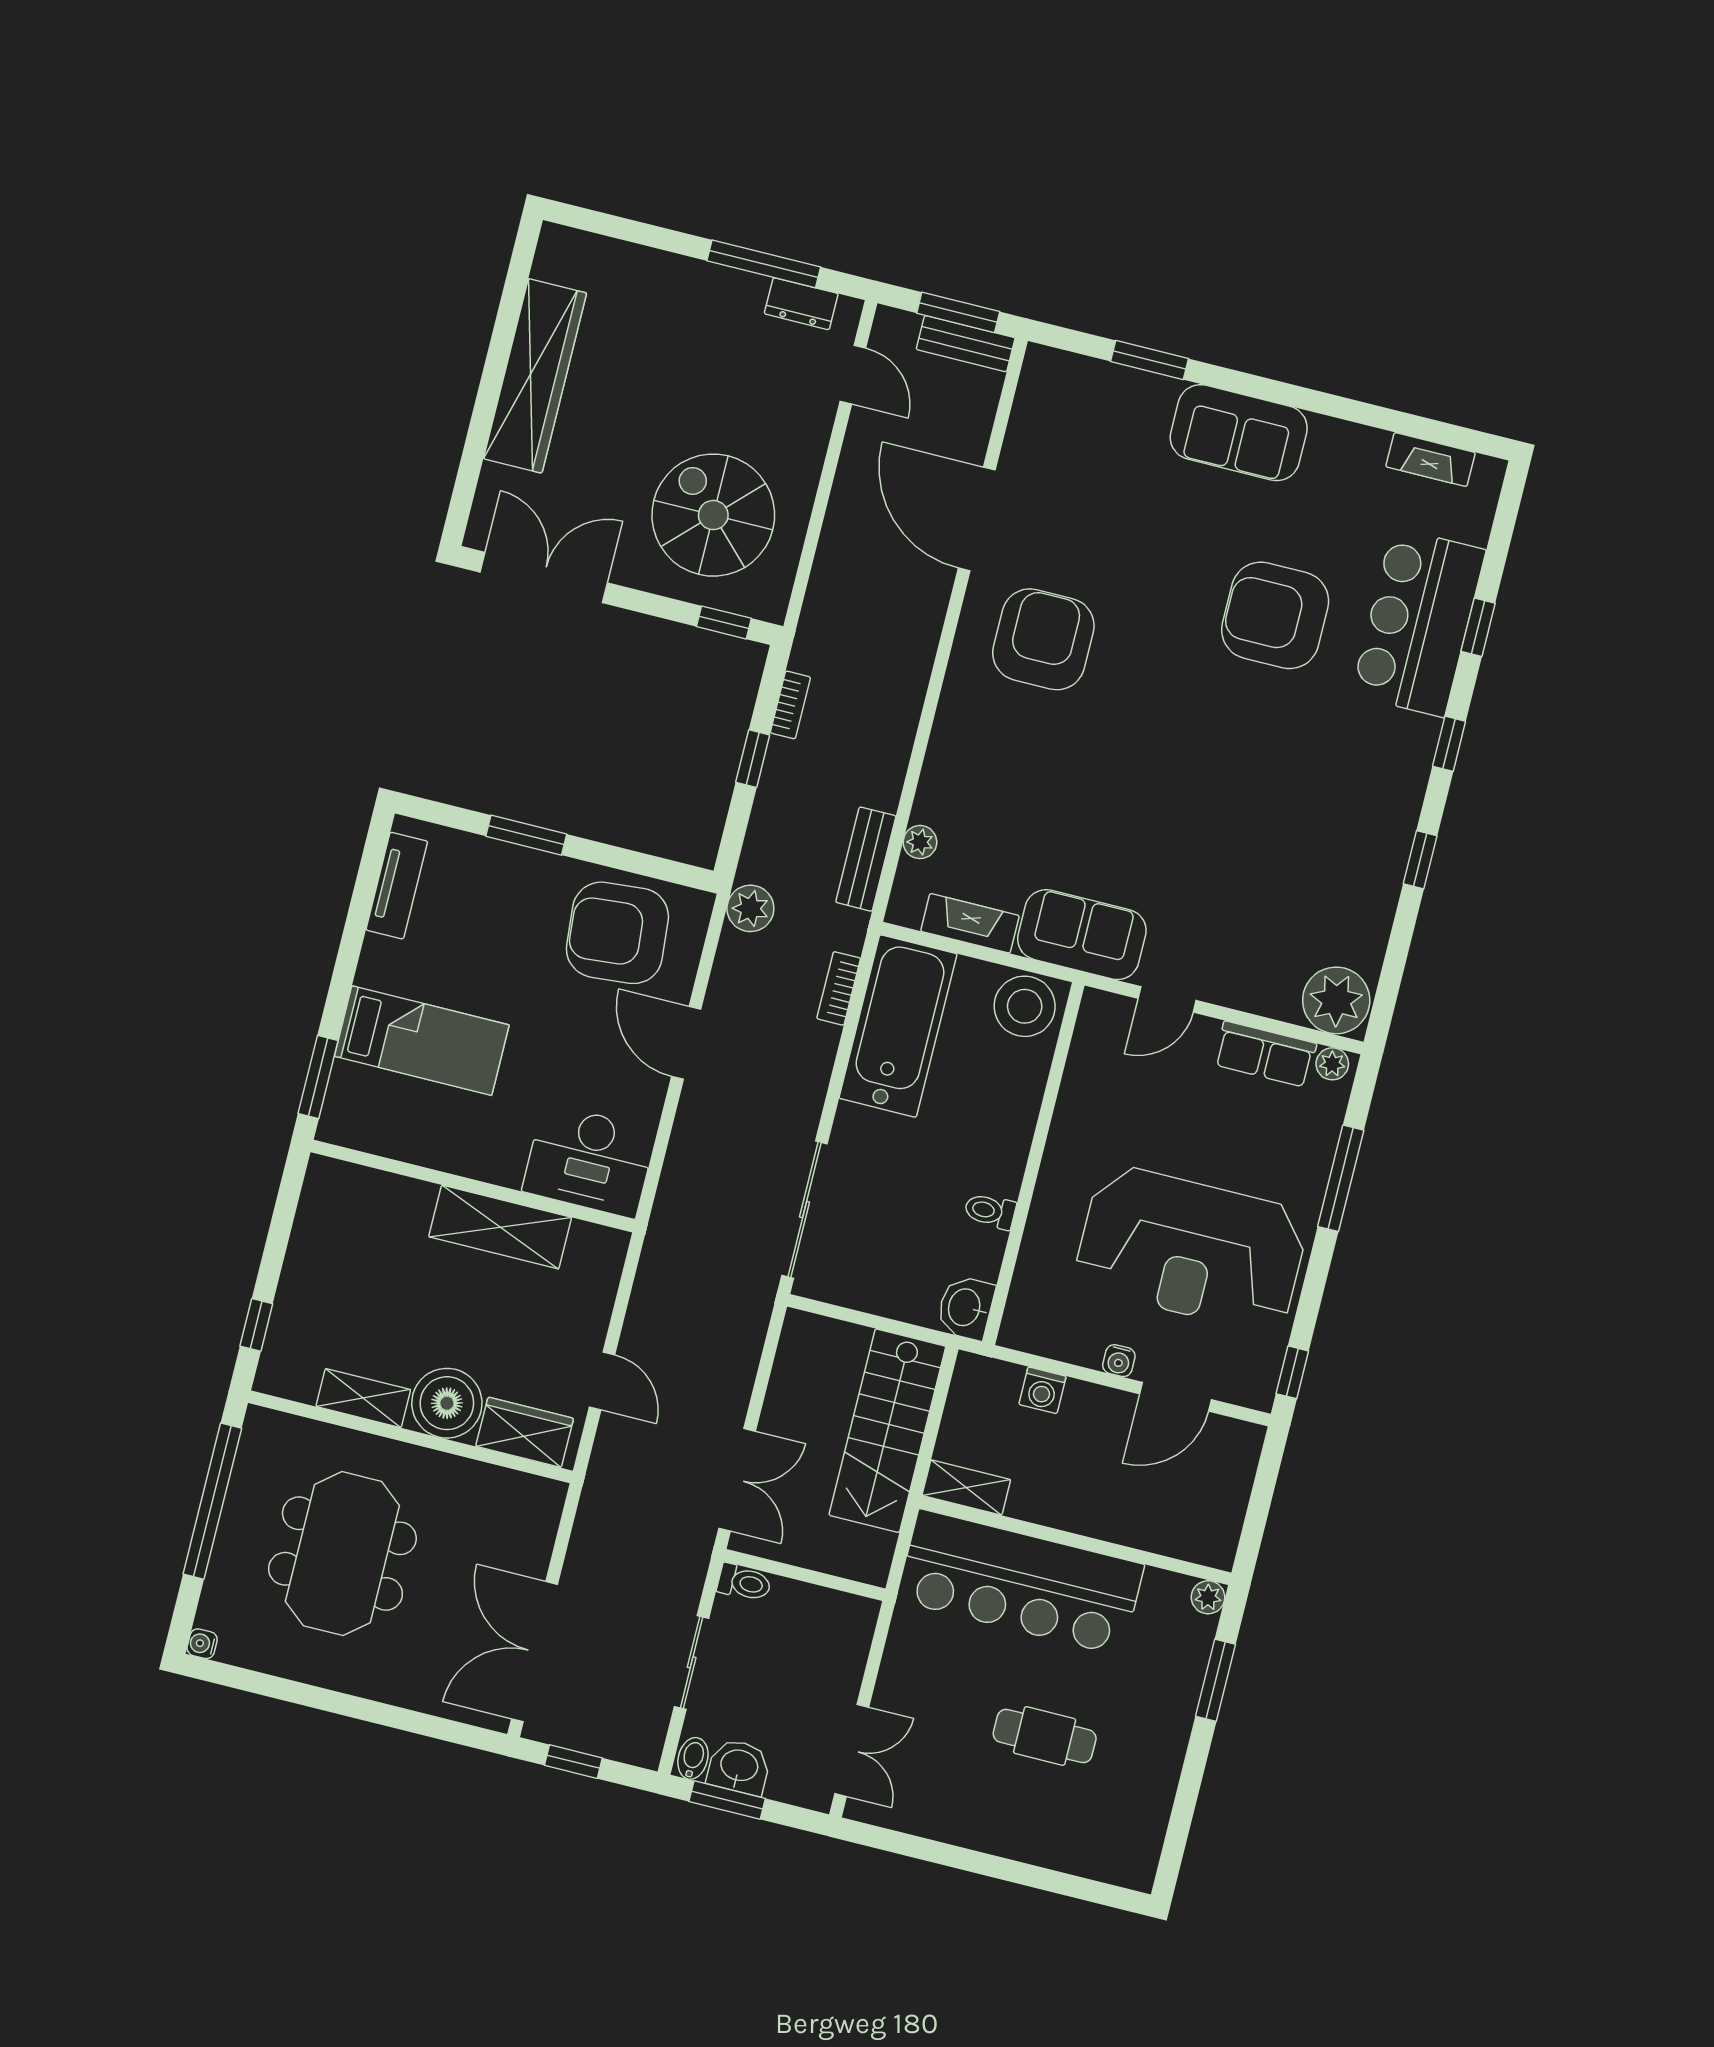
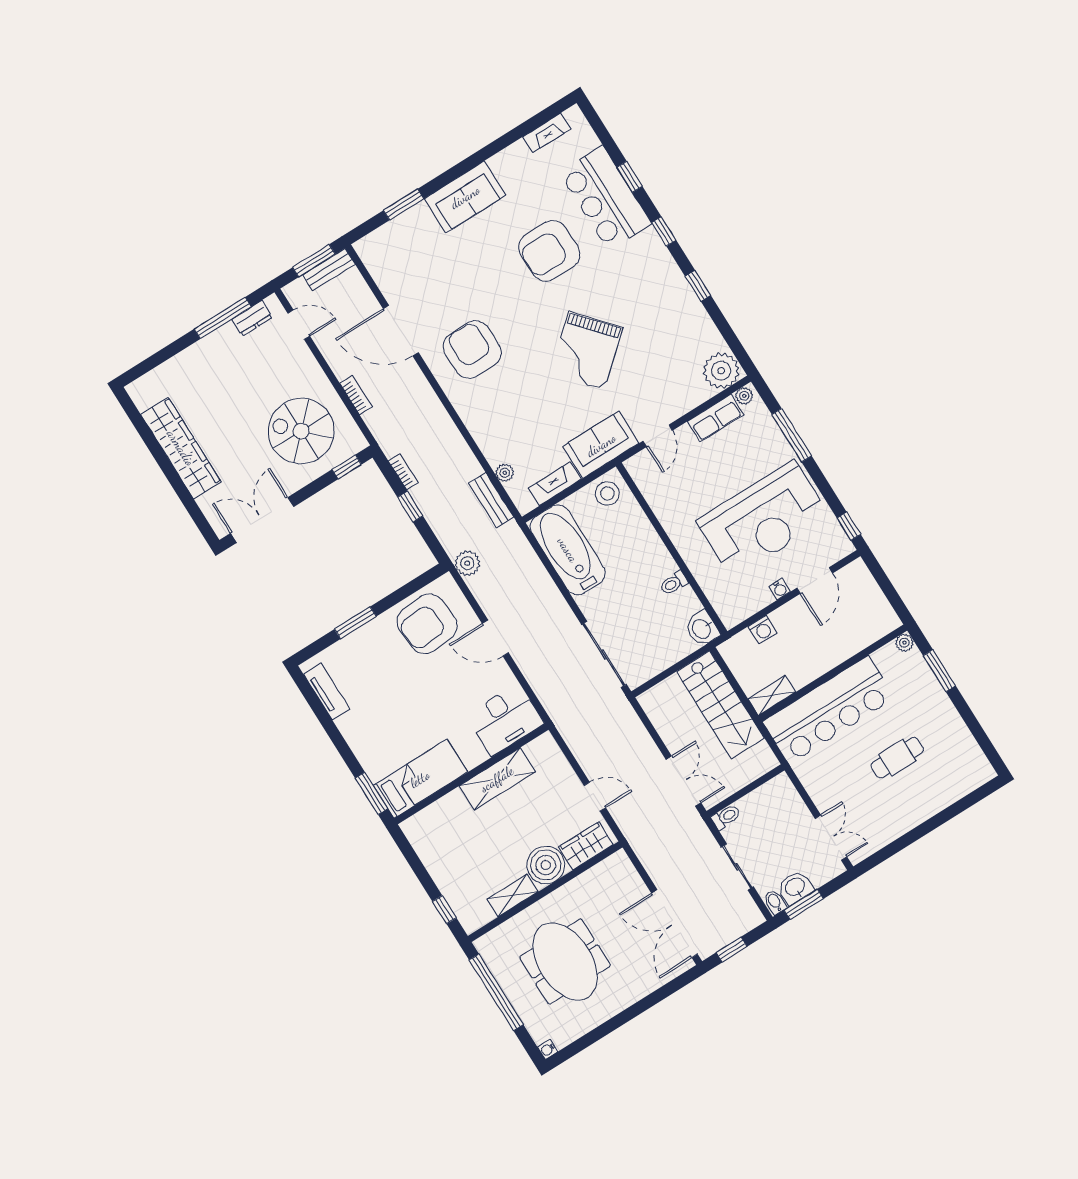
grand piano: (1189, 794) -> (586, 351), added
bookcase: (839, 988) -> (356, 395), moved, turned 180
stool: (1025, 1006) -> (607, 494), width x0.73, depth x0.73
bed: (422, 1041) -> (420, 779), moved

